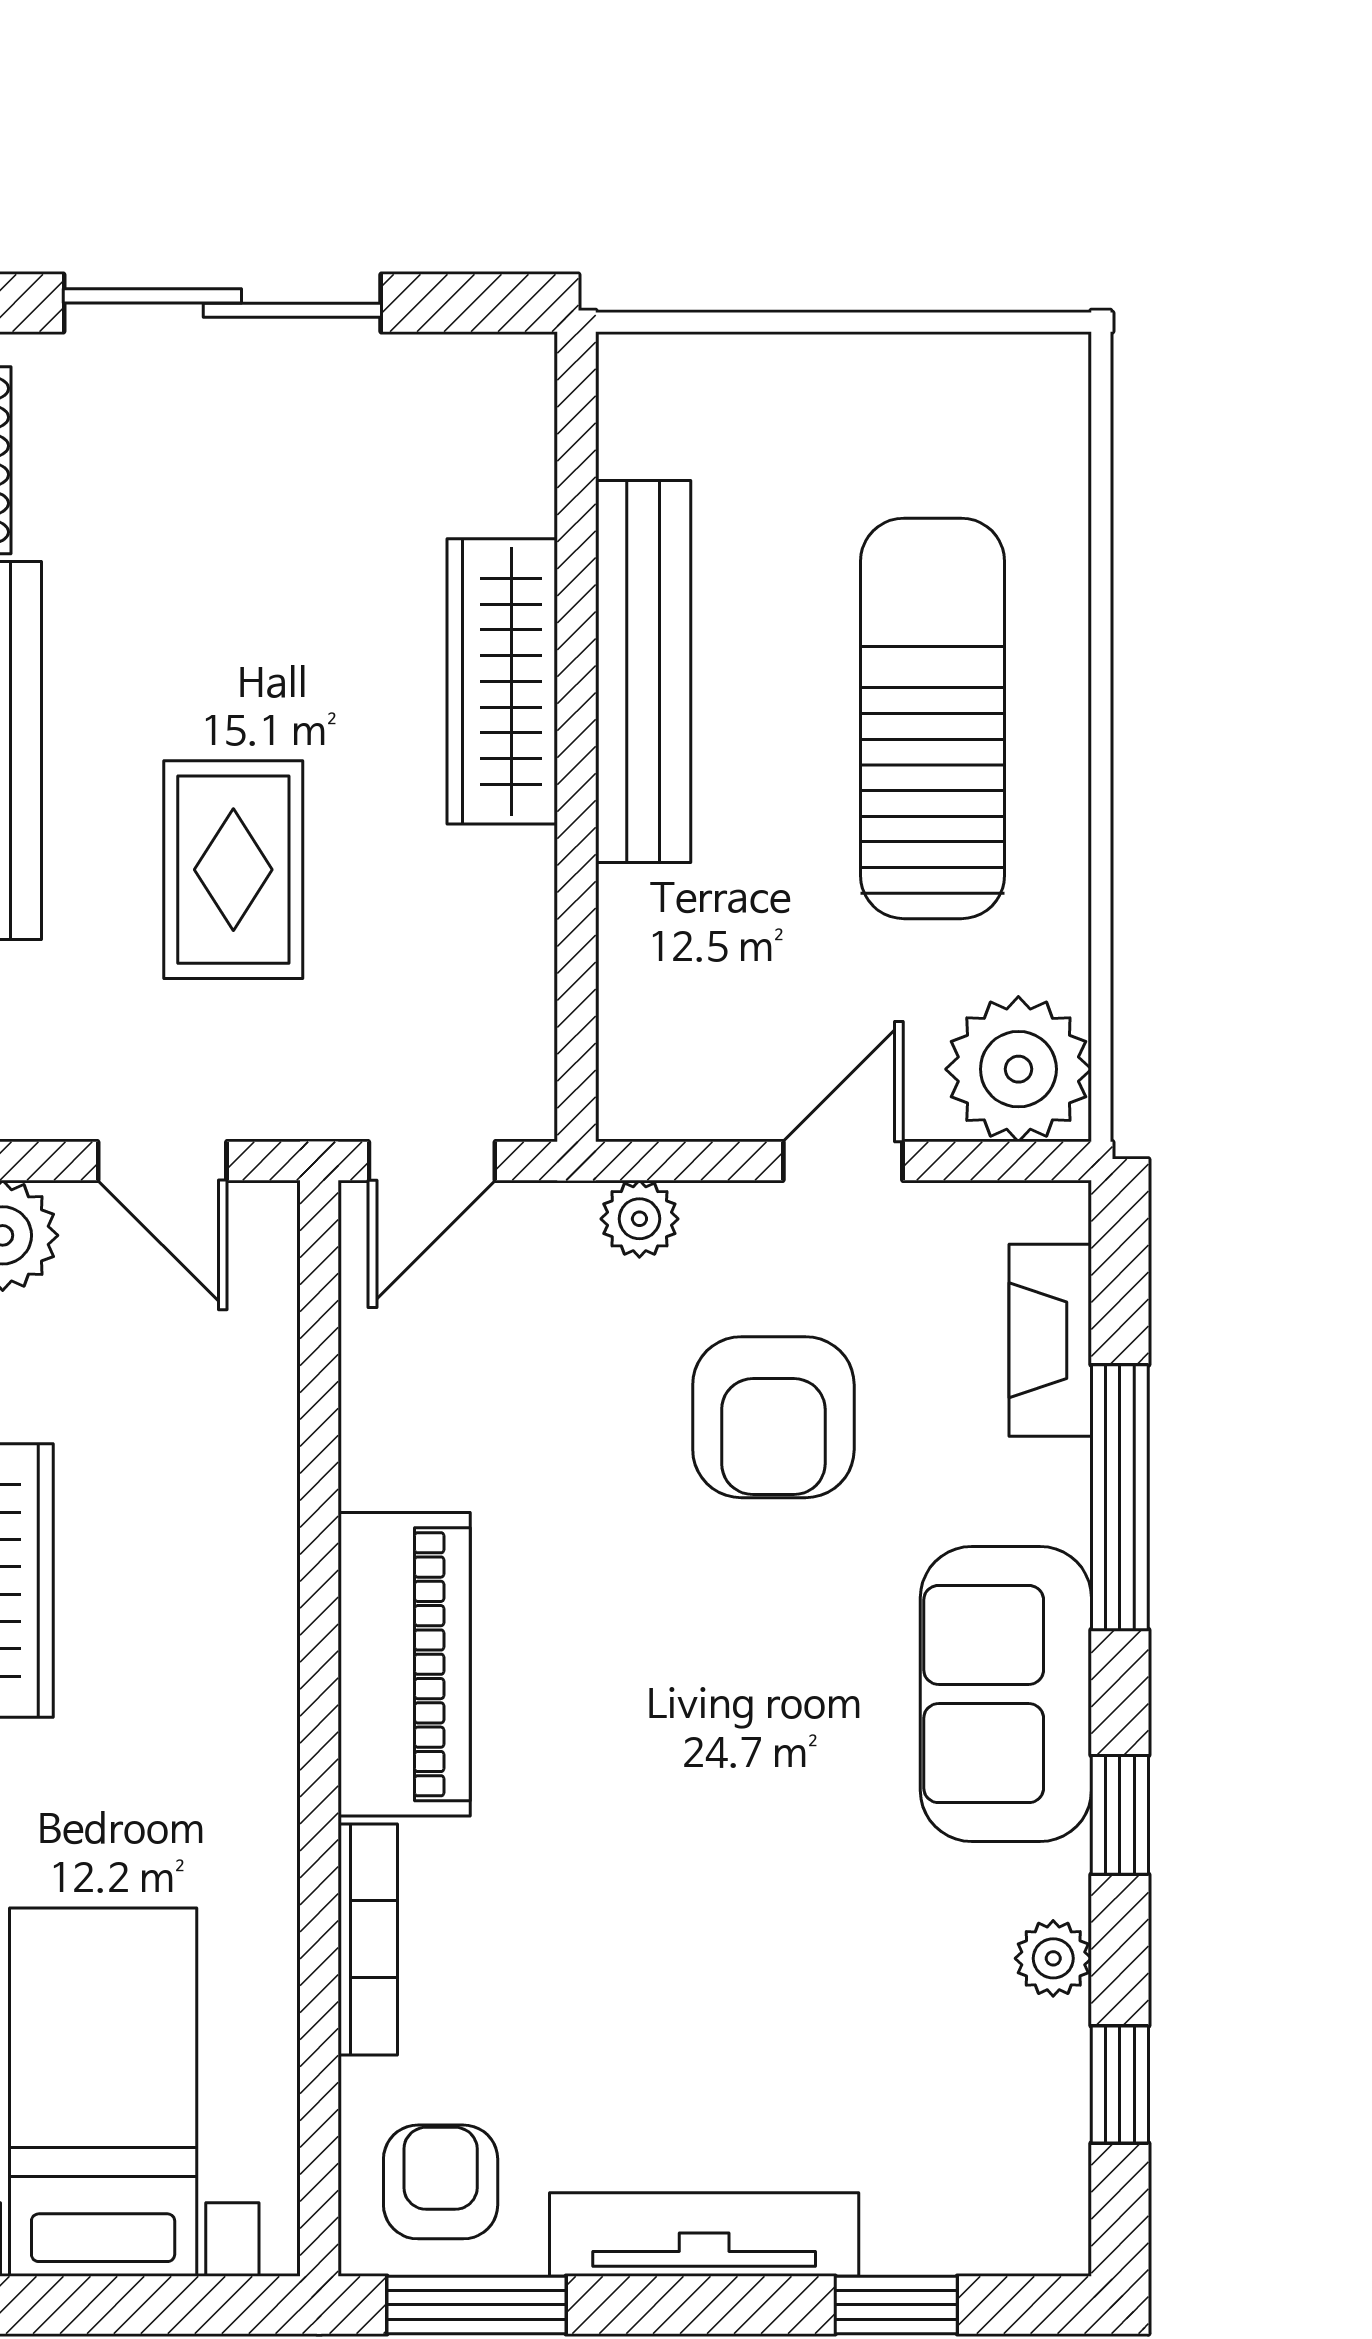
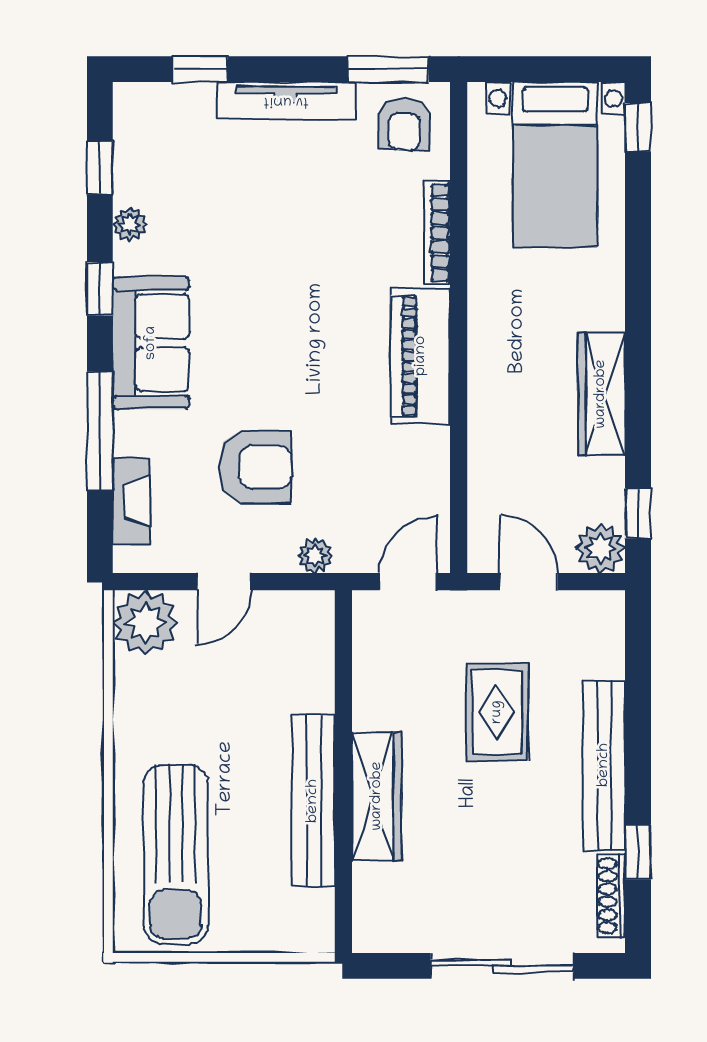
sun lounger: (933, 718) -> (176, 854), moved
armchair: (773, 1417) -> (255, 467), turned 90

